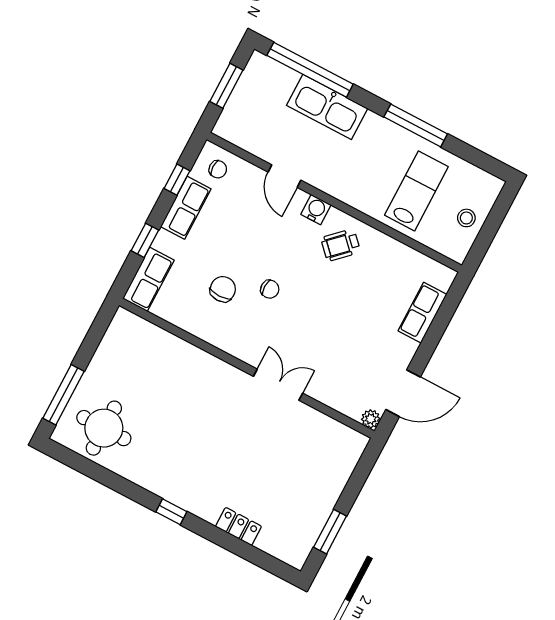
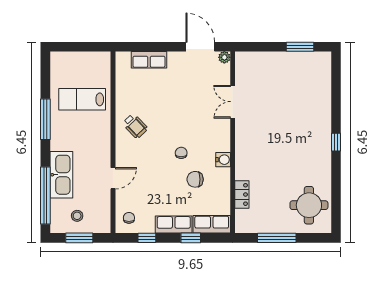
row of seats: (186, 208) -> (174, 225), moved
water cooler: (316, 210) -> (223, 160), moved, turned 180
stool: (466, 218) -> (77, 216), moved
double door: (278, 385) -> (233, 102), moved
window: (63, 395) -> (277, 238), moved
locker: (239, 526) -> (242, 194), moved, turned 180

